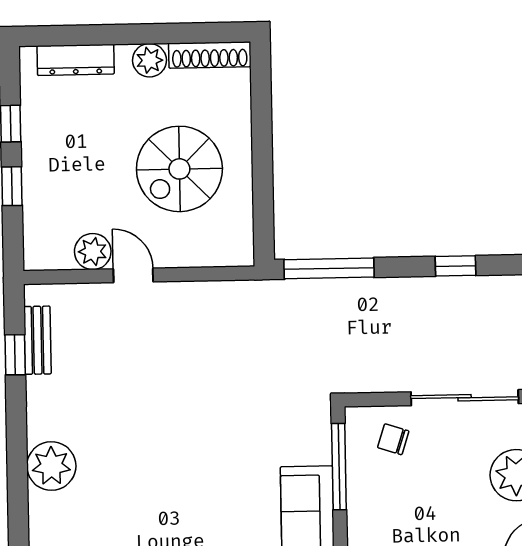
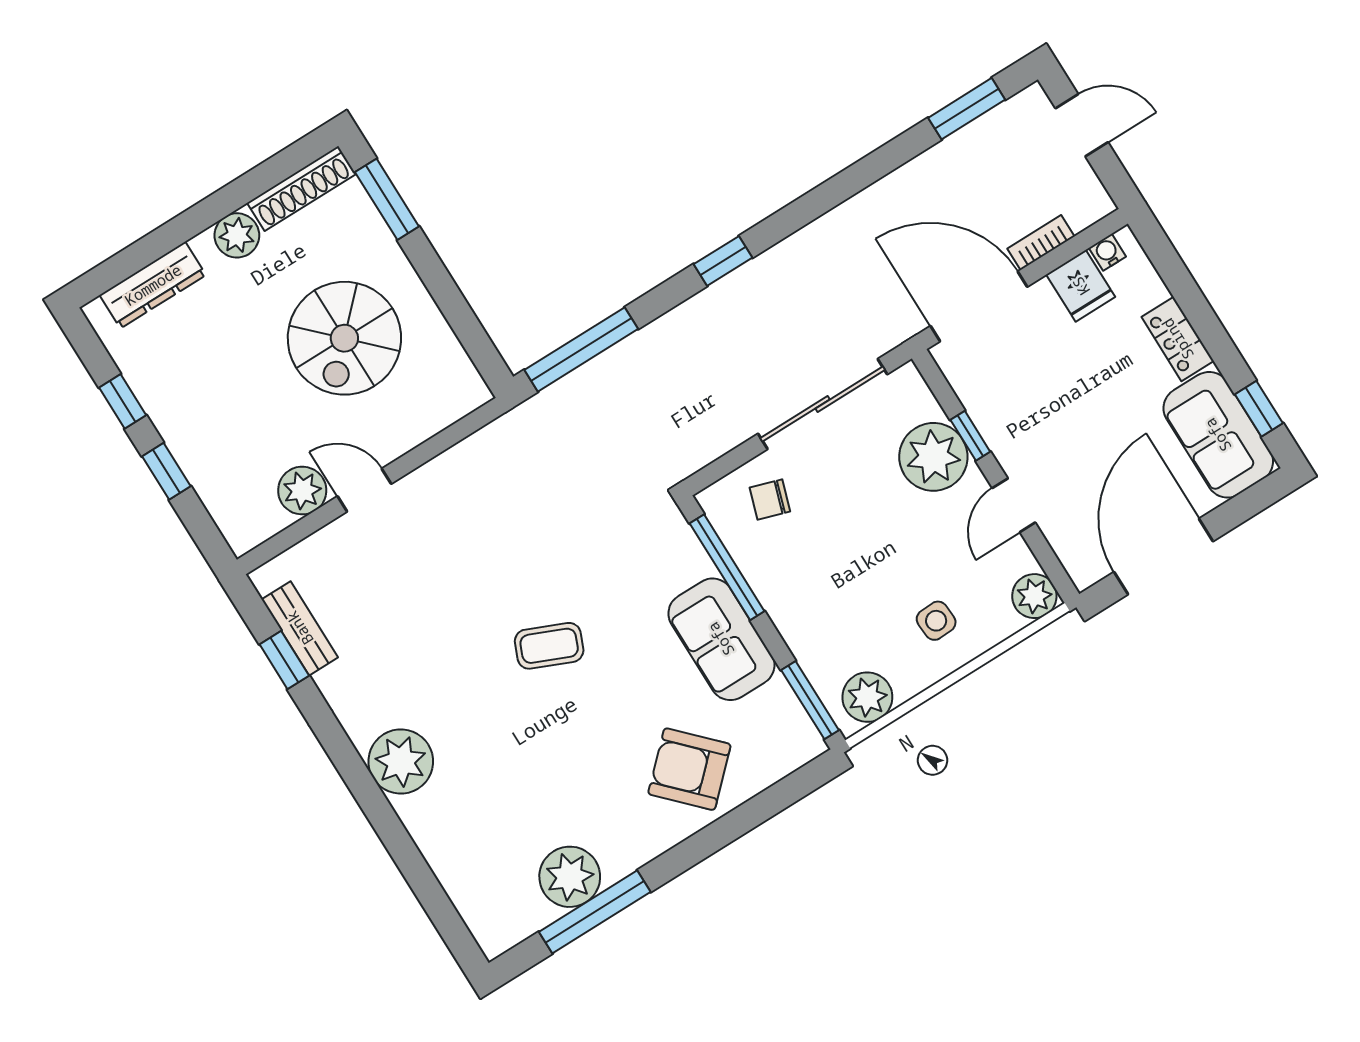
window: (261, 95) -> (387, 199), added
coffee table: (193, 448) -> (549, 646), added

